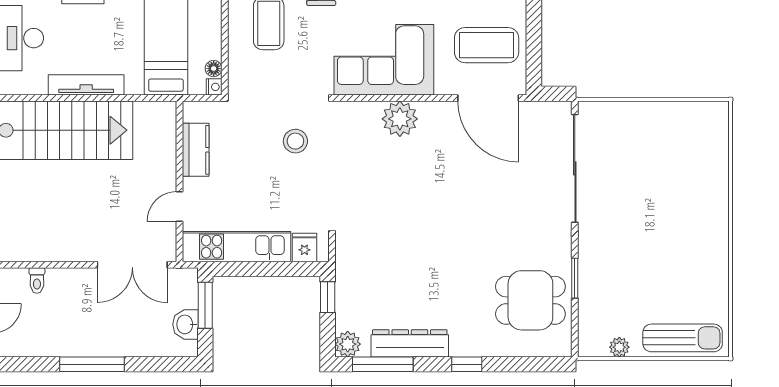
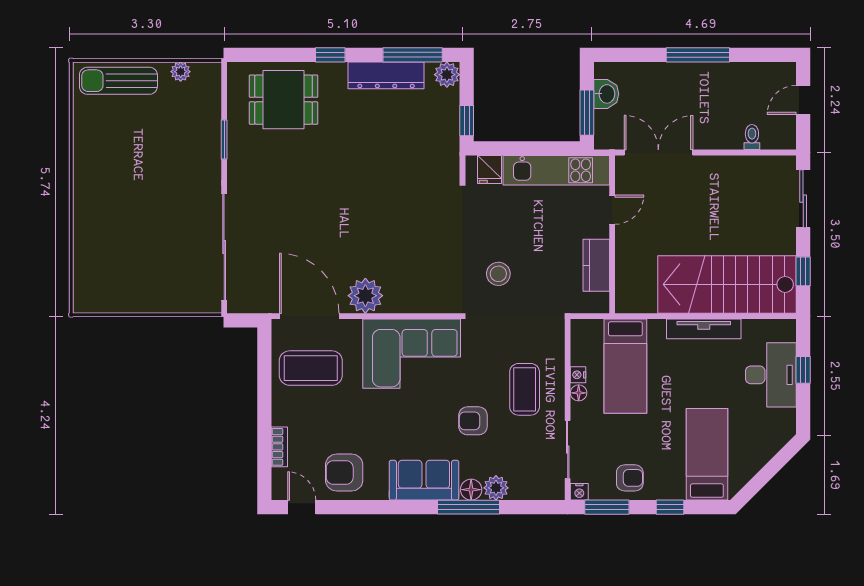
floor lamp: (214, 69) -> (579, 393), moved
nightstand: (214, 87) -> (578, 375), moved
plant: (400, 119) -> (365, 296), moved
dining table: (530, 300) -> (284, 100), moved

